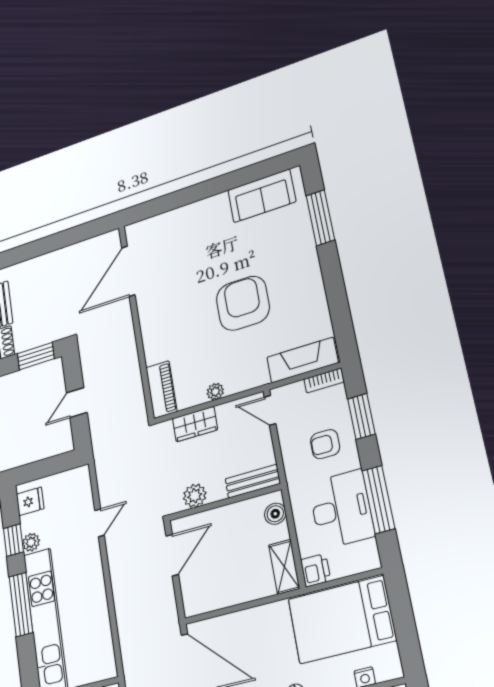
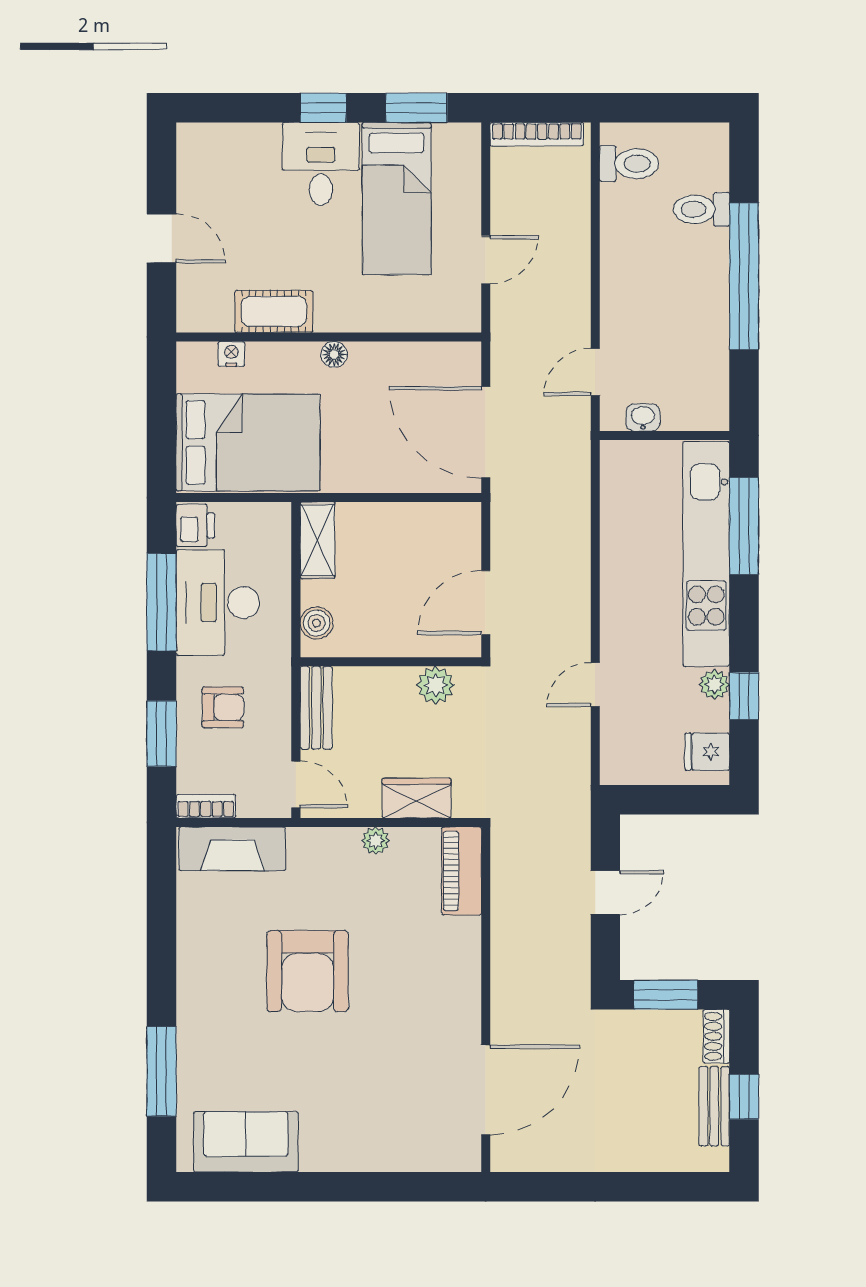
bench: (253, 481) -> (316, 708), moved, turned 90
printer: (316, 570) -> (195, 525), moved, turned 180
window: (21, 605) -> (744, 526), moved

